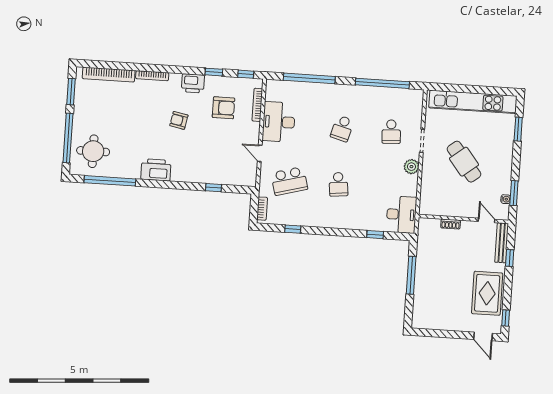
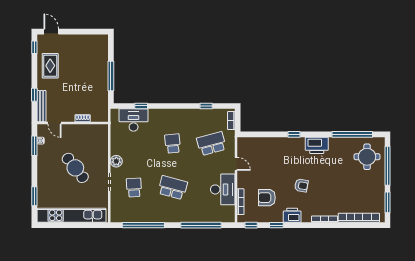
school desk: (342, 128) -> (173, 188), width x1.85
window: (213, 188) -> (294, 134), moved
desk: (401, 215) -> (134, 120), moved, turned 90
rug: (487, 293) -> (50, 66), width x0.73, depth x0.70

